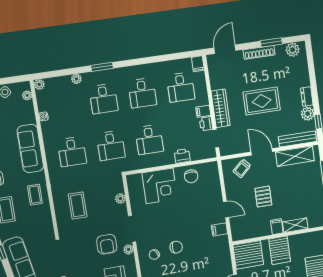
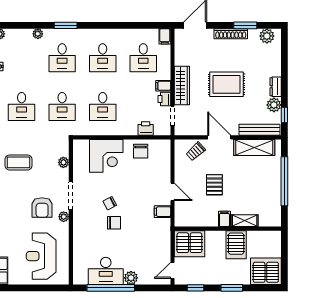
printer: (182, 156) -> (146, 129), moved
coffee table: (78, 205) -> (19, 162), turned 90
server rack: (280, 250) -> (236, 245), moved
chair: (154, 255) -> (110, 203), moved

